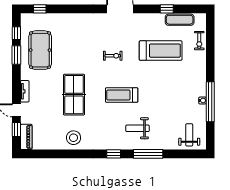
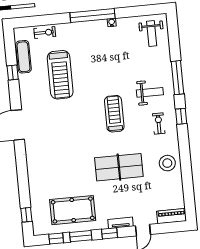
treadmill: (161, 51) -> (60, 75), turned 180
exercise bike: (113, 56) -> (159, 123), moved
treadmill: (122, 95) -> (114, 114), turned 180
window: (210, 102) -> (93, 15), moved
weight bench: (137, 128) -> (150, 92), turned -90
window: (16, 129) -> (110, 233), moved
weight bench: (189, 135) -> (152, 34), turned -90

